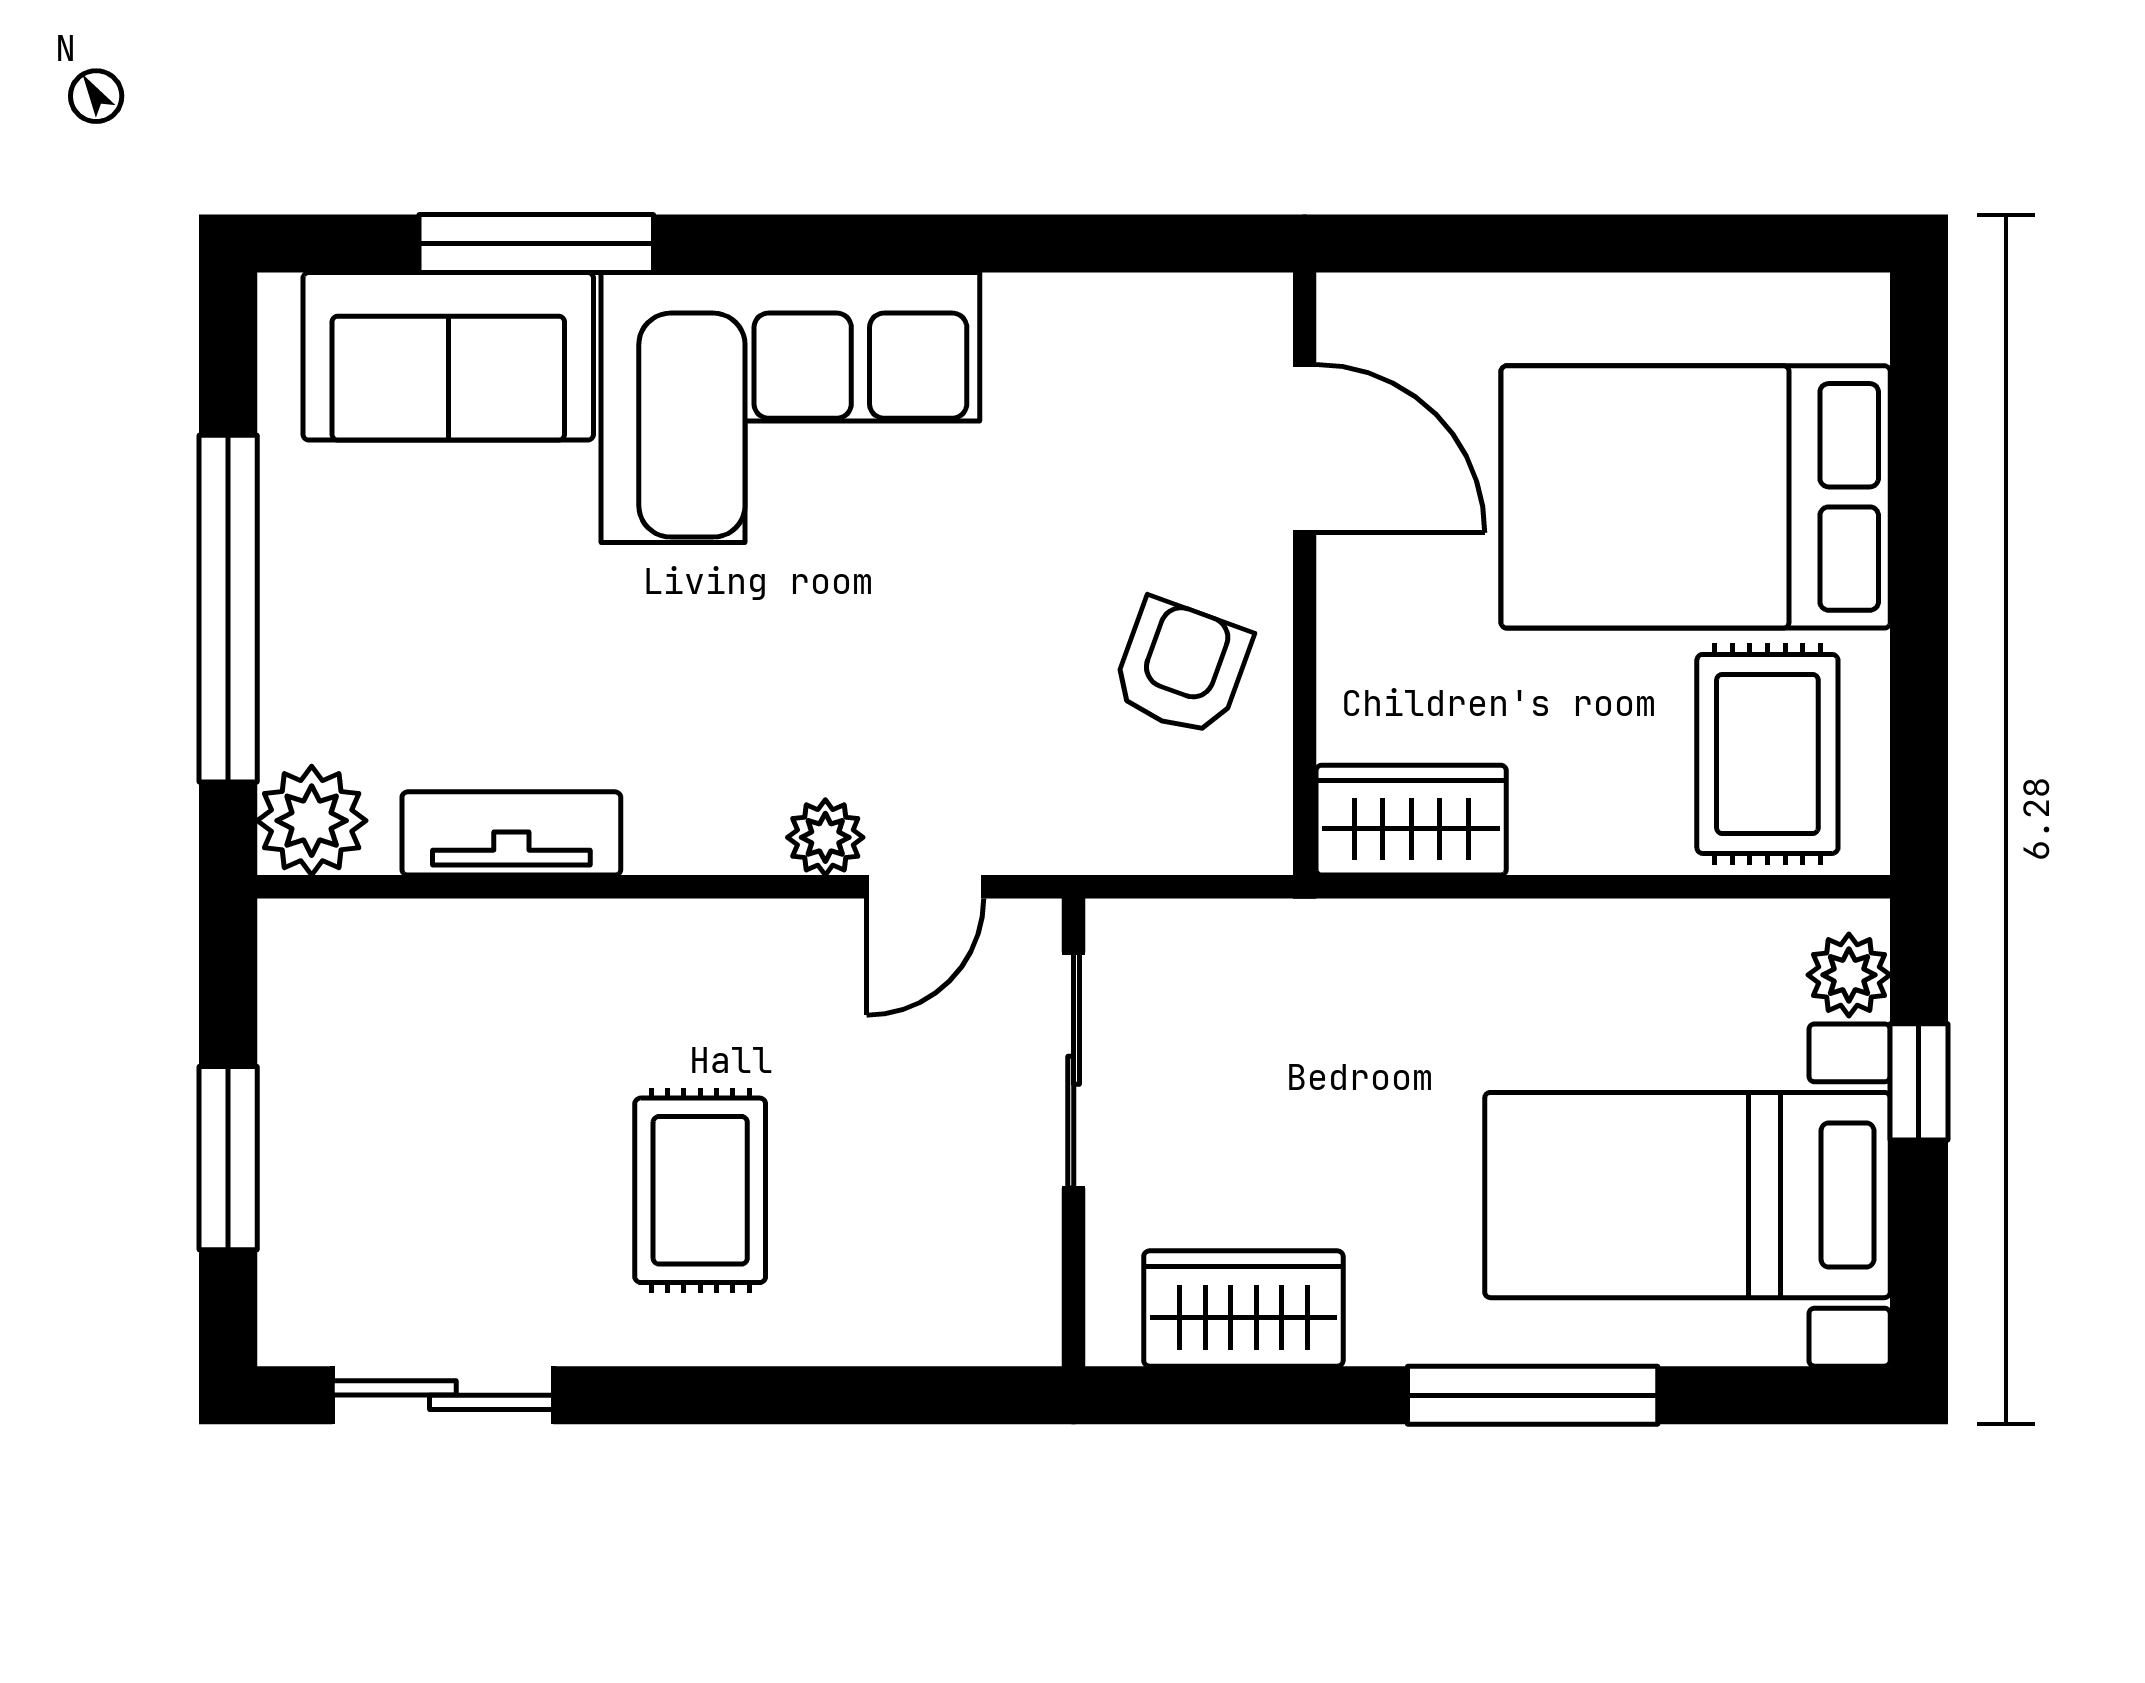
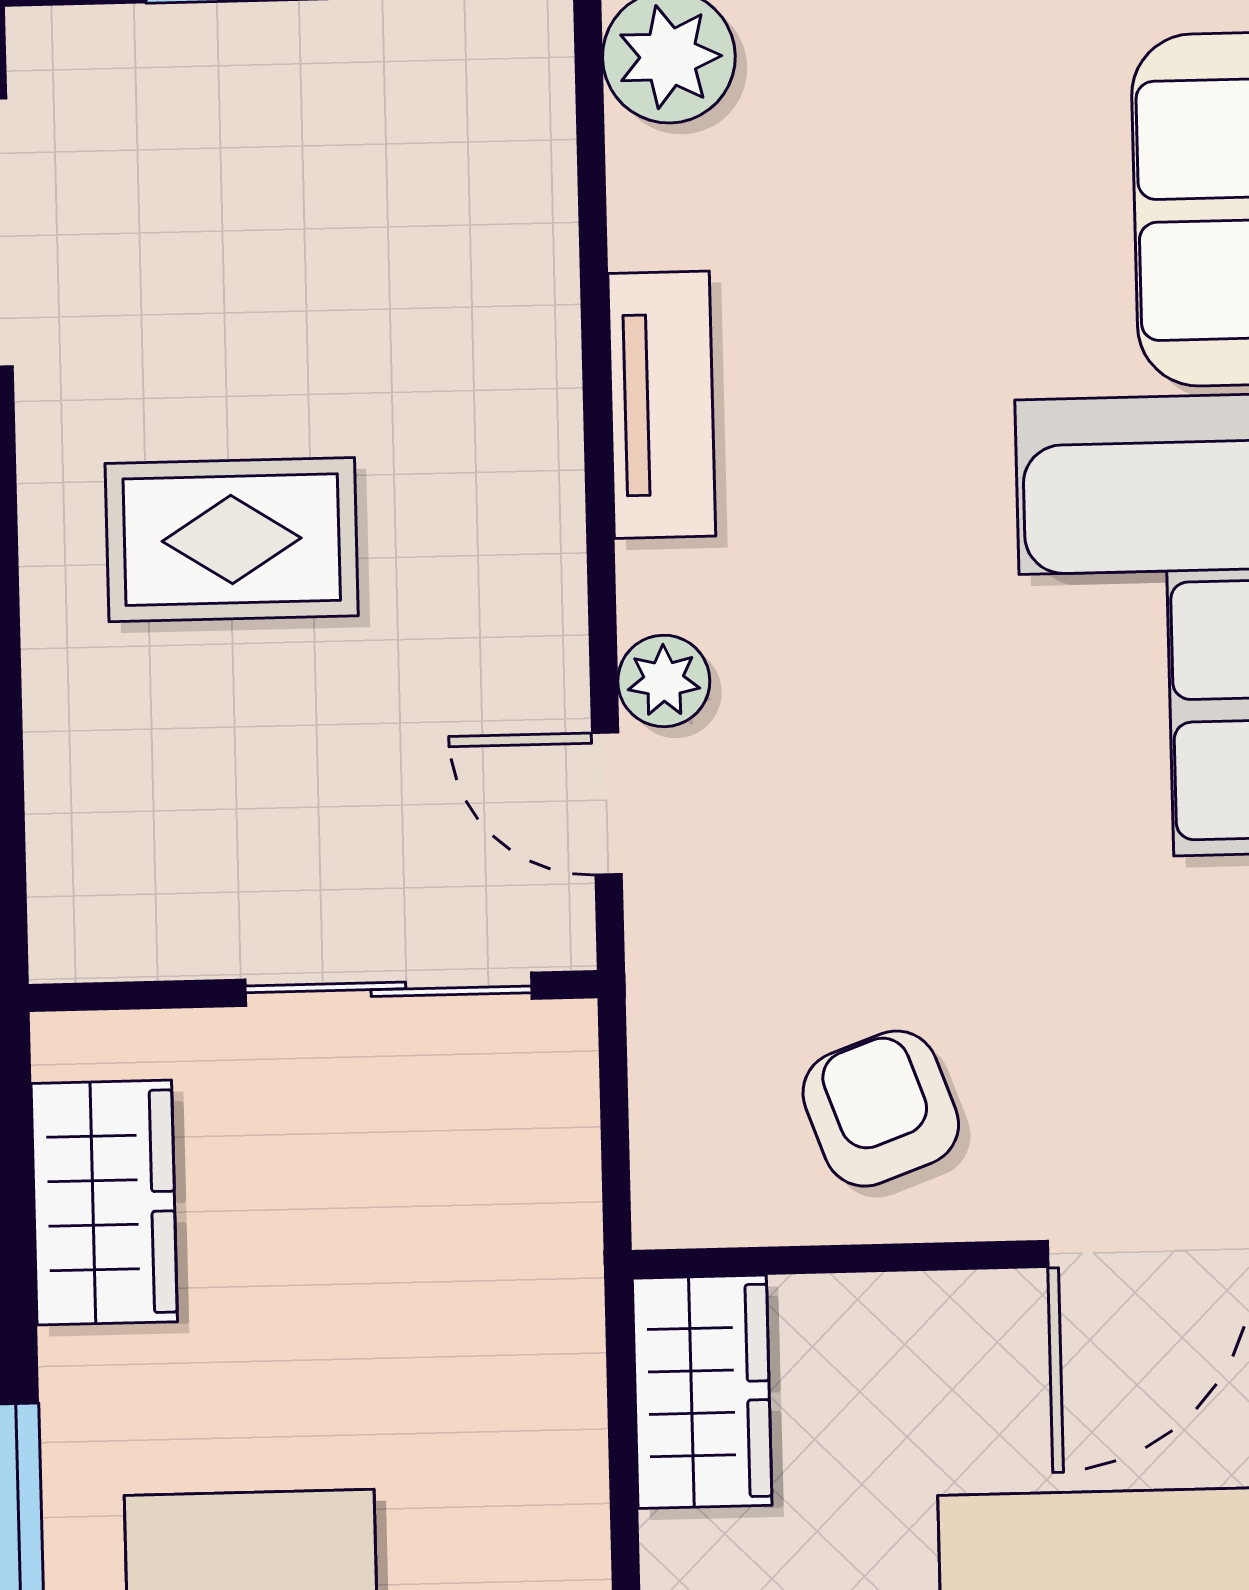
armchair: (1182, 667) -> (881, 1109), turned -130
tv unit: (511, 833) -> (662, 405), moved

